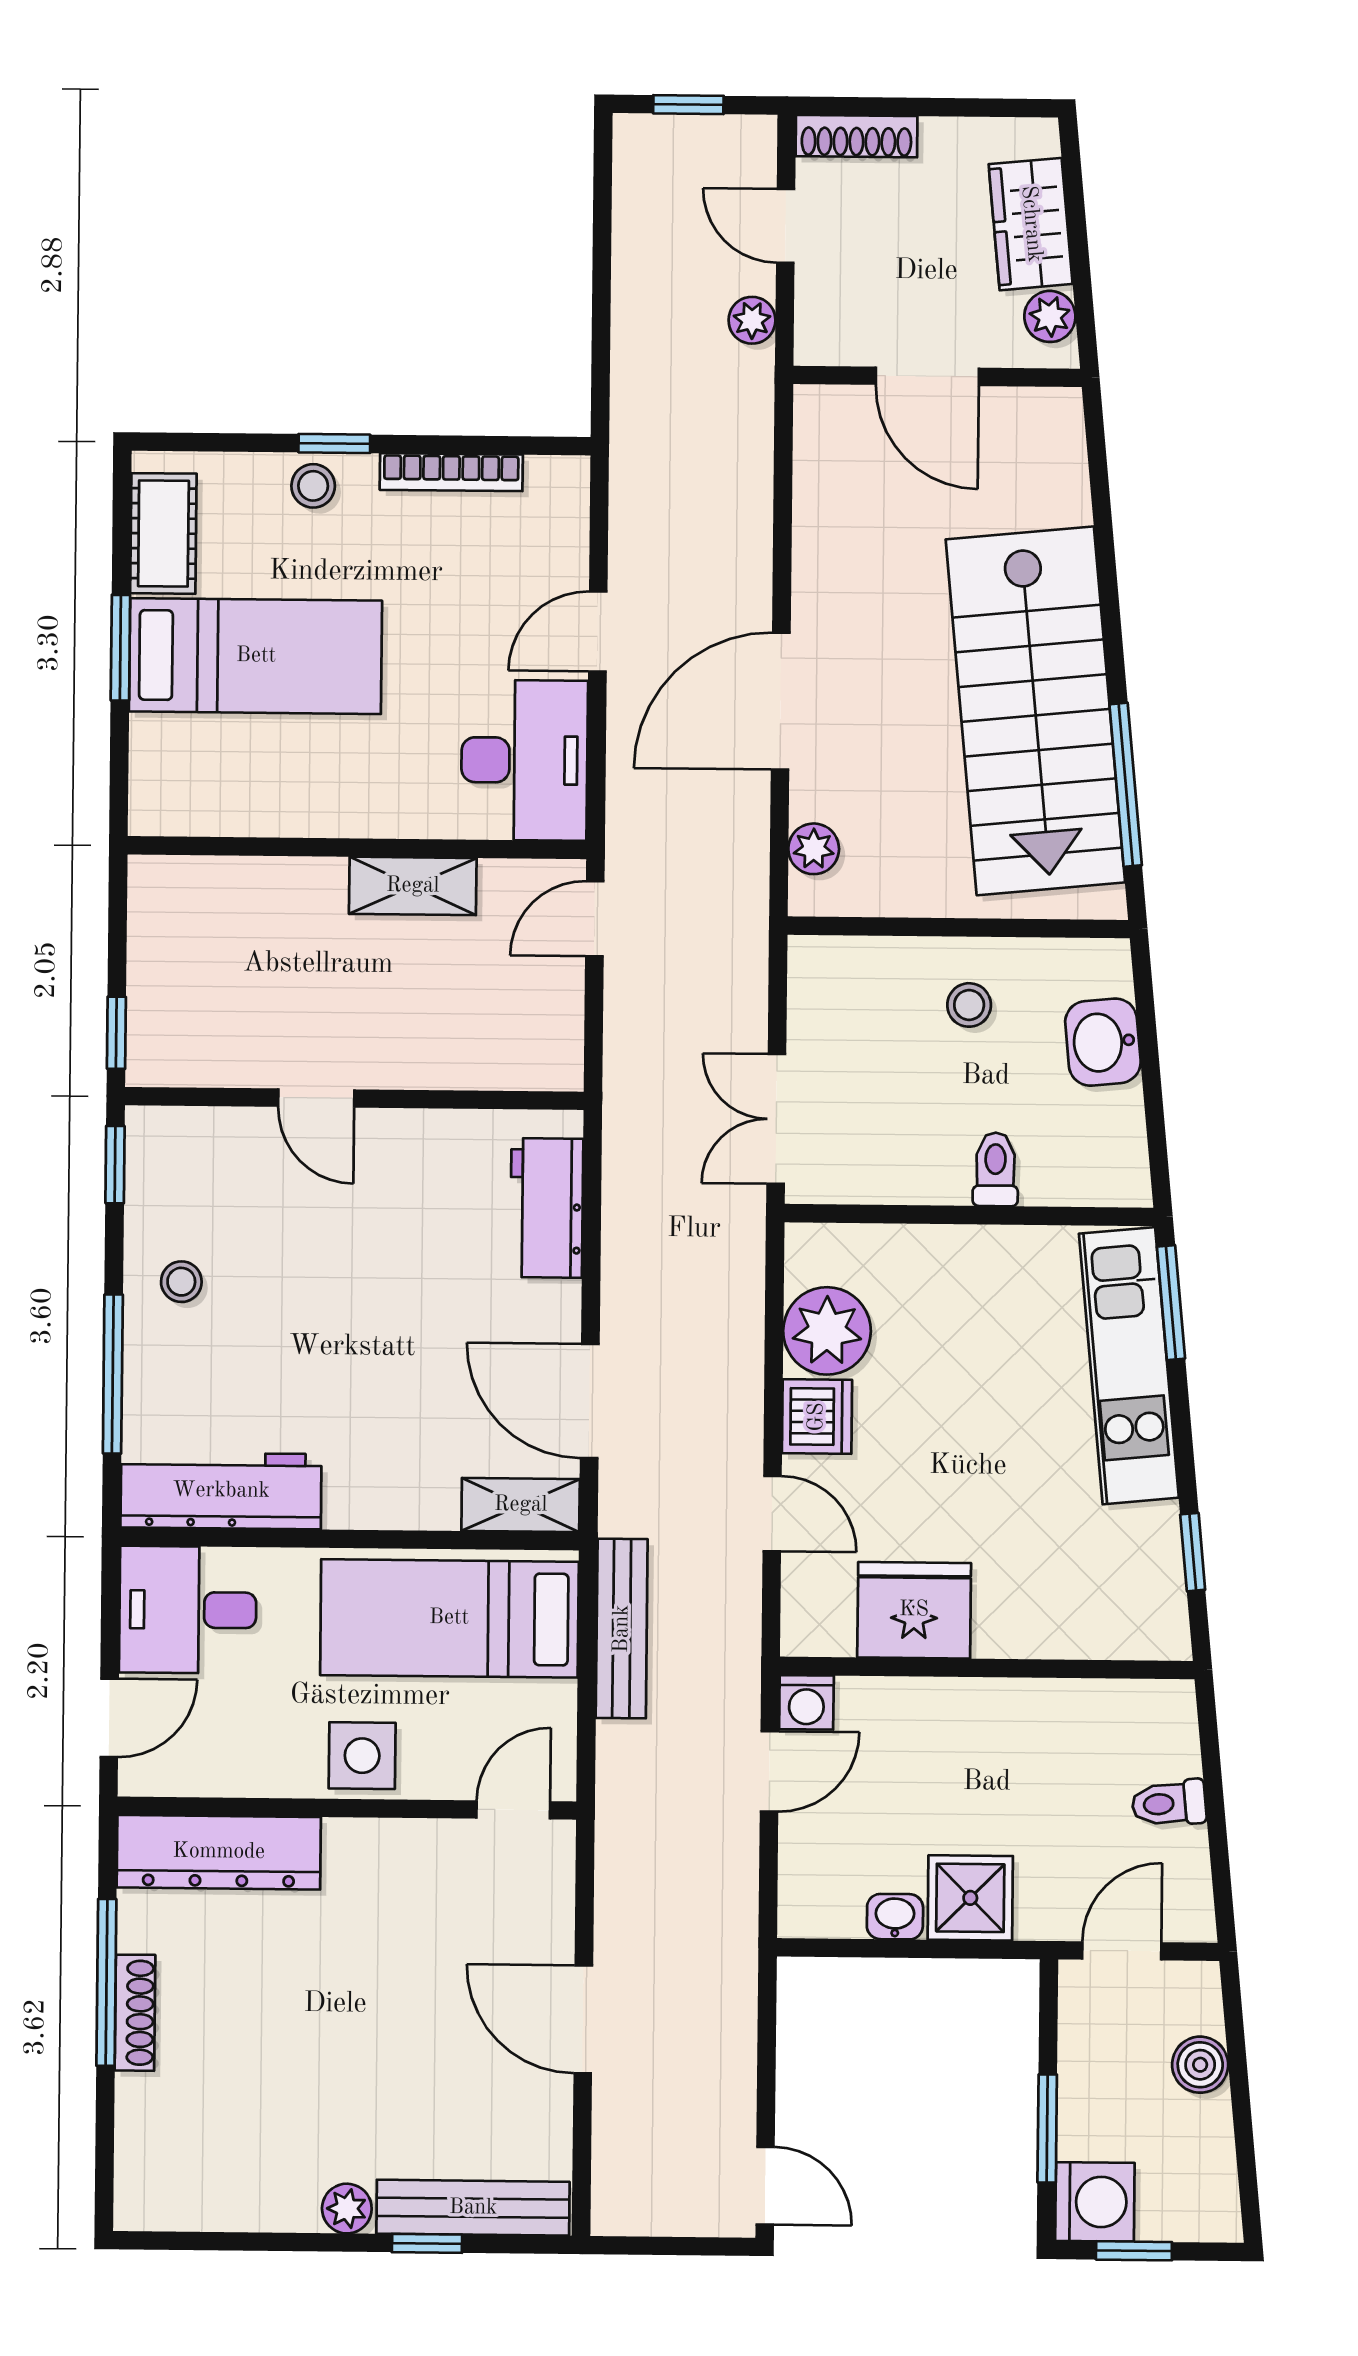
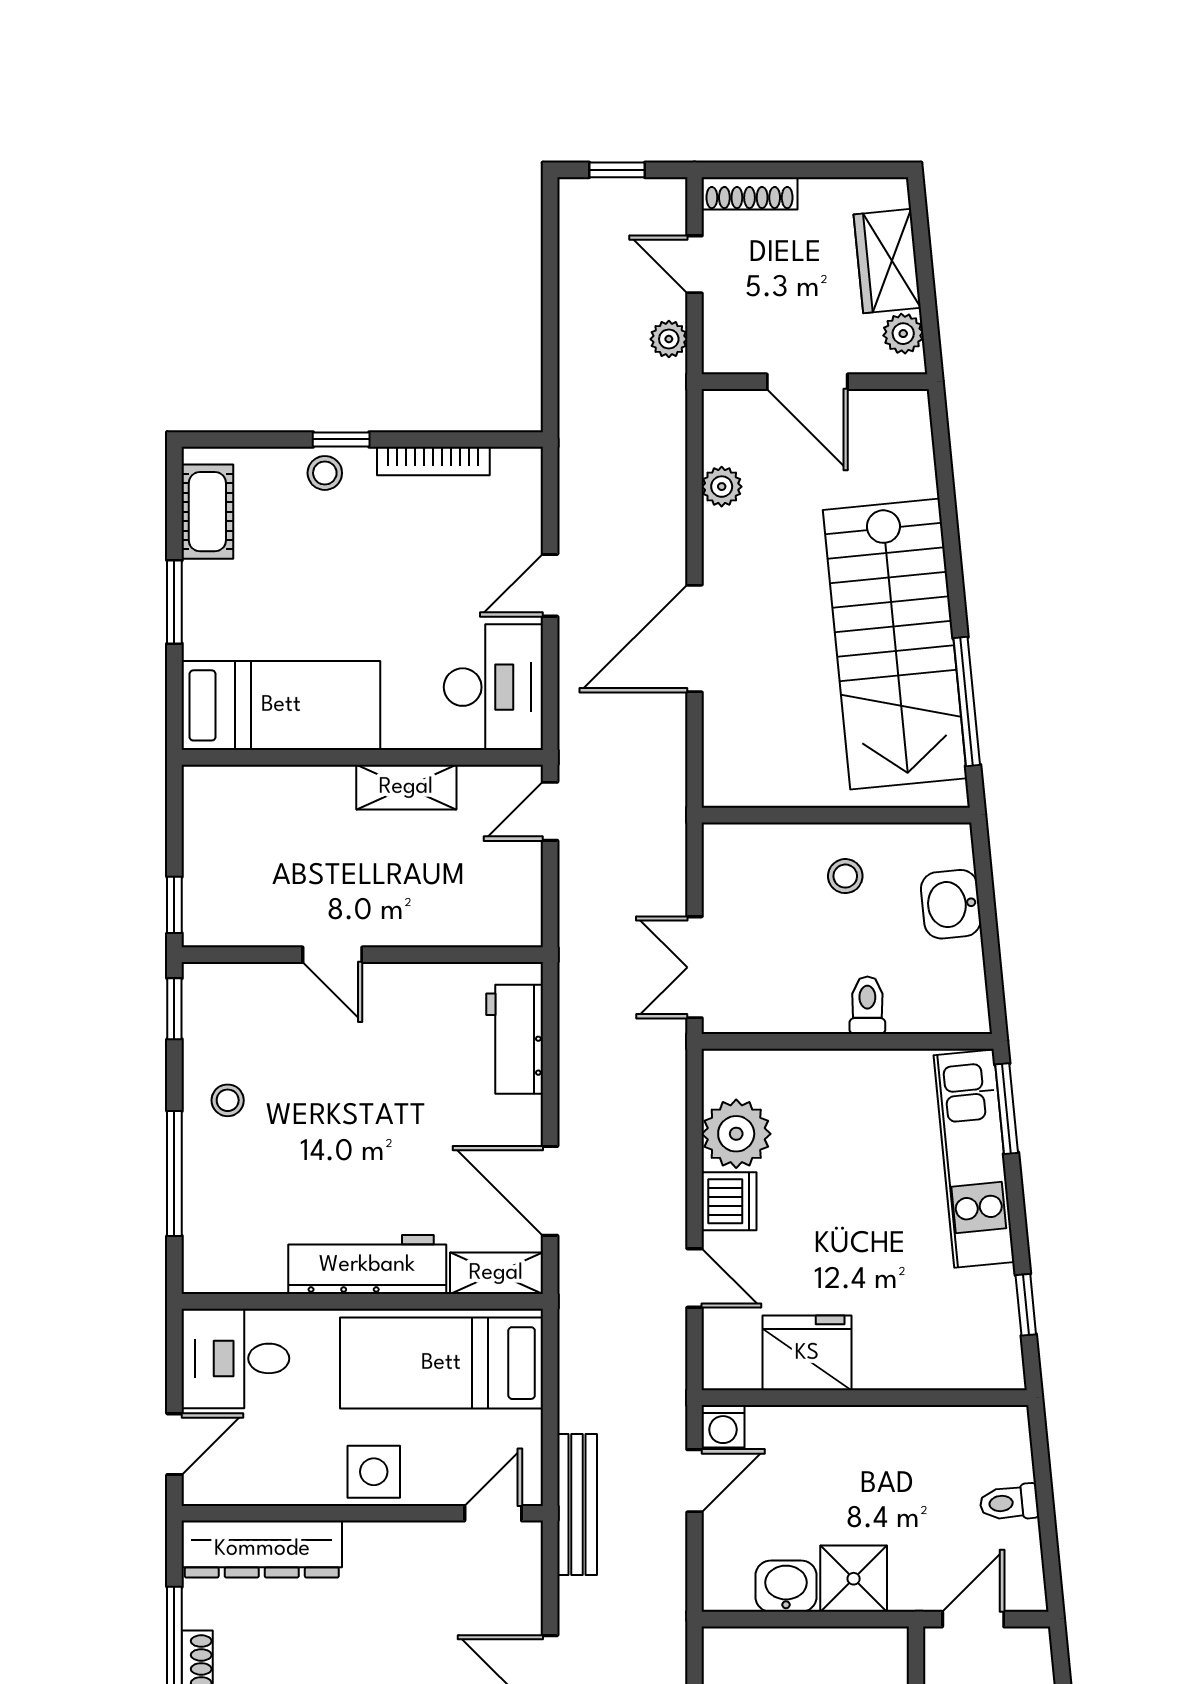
bed: (256, 656) -> (281, 705), moved
plant: (814, 849) -> (722, 487), moved
workbench: (221, 1491) -> (367, 1265), moved
bench: (622, 1629) -> (577, 1505), moved
washbasin: (895, 1917) -> (786, 1586), width x1.38, depth x1.45

